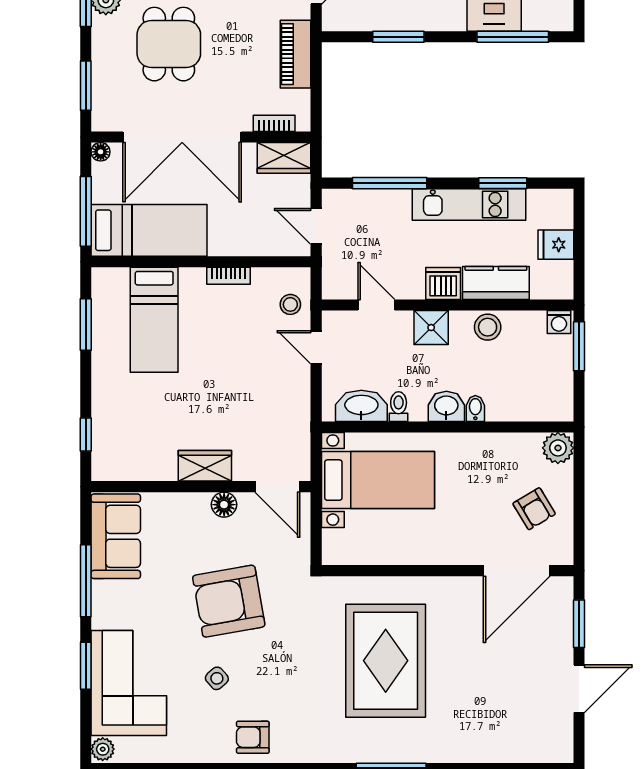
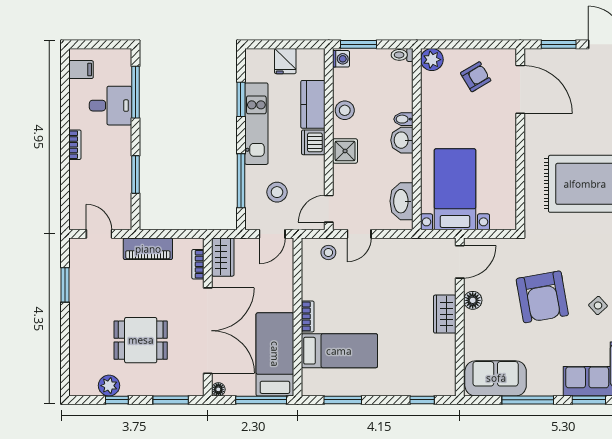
stool: (374, 233) -> (277, 192), added
bookcase: (228, 276) -> (308, 316), moved
door: (376, 305) -> (329, 209), moved
toilet: (399, 407) -> (402, 55), moved

